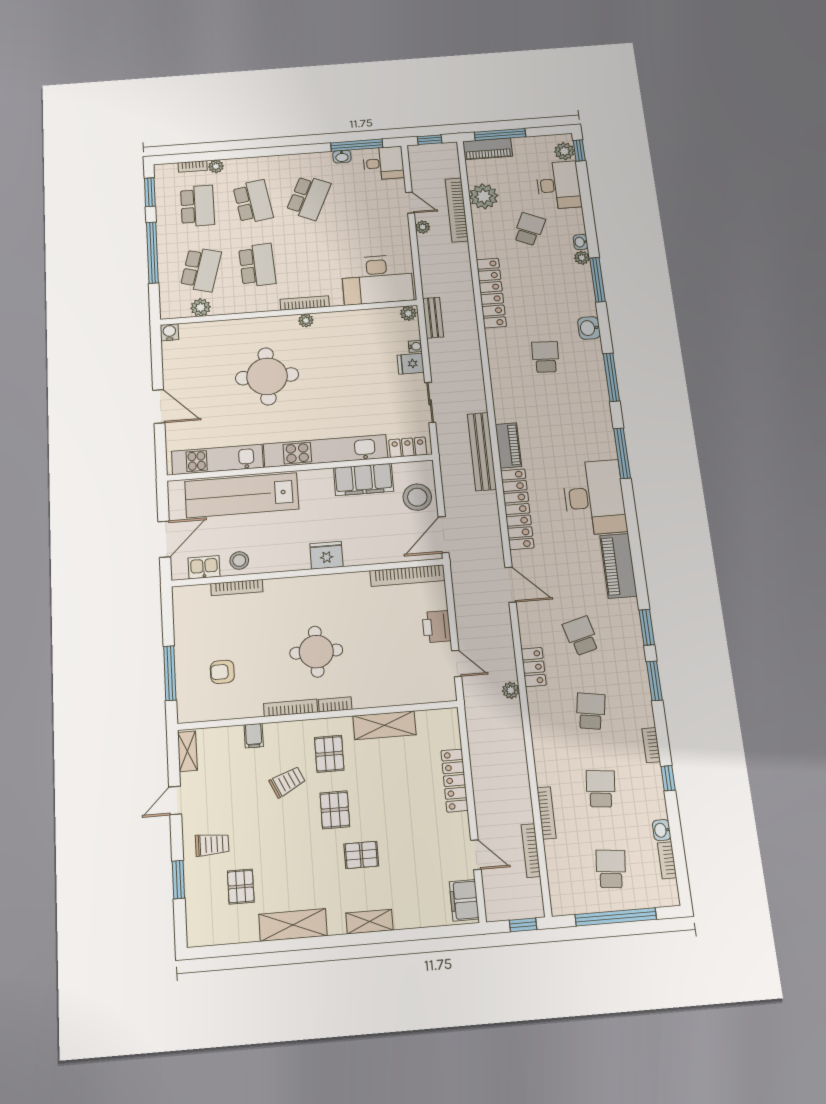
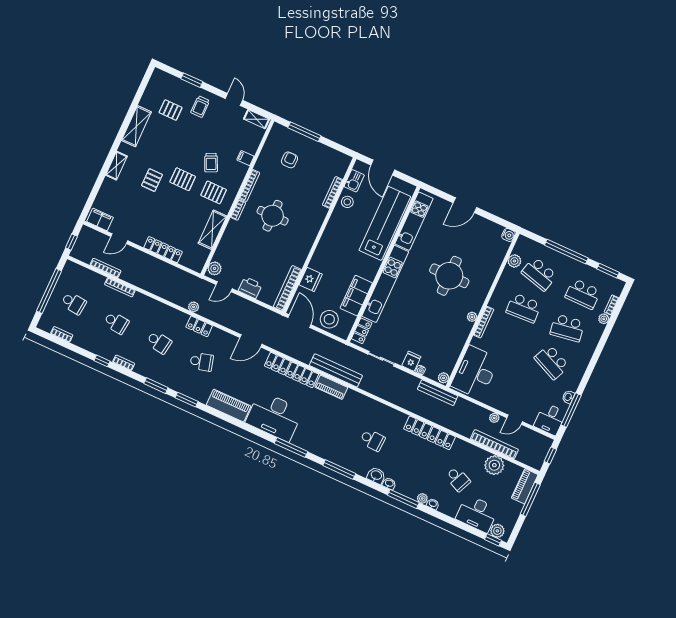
bench: (433, 318) -> (438, 393), width x1.36
fridge: (326, 555) -> (311, 279), moved
plant: (438, 691) -> (215, 268), added
washbasin: (662, 830) -> (389, 483), moved

